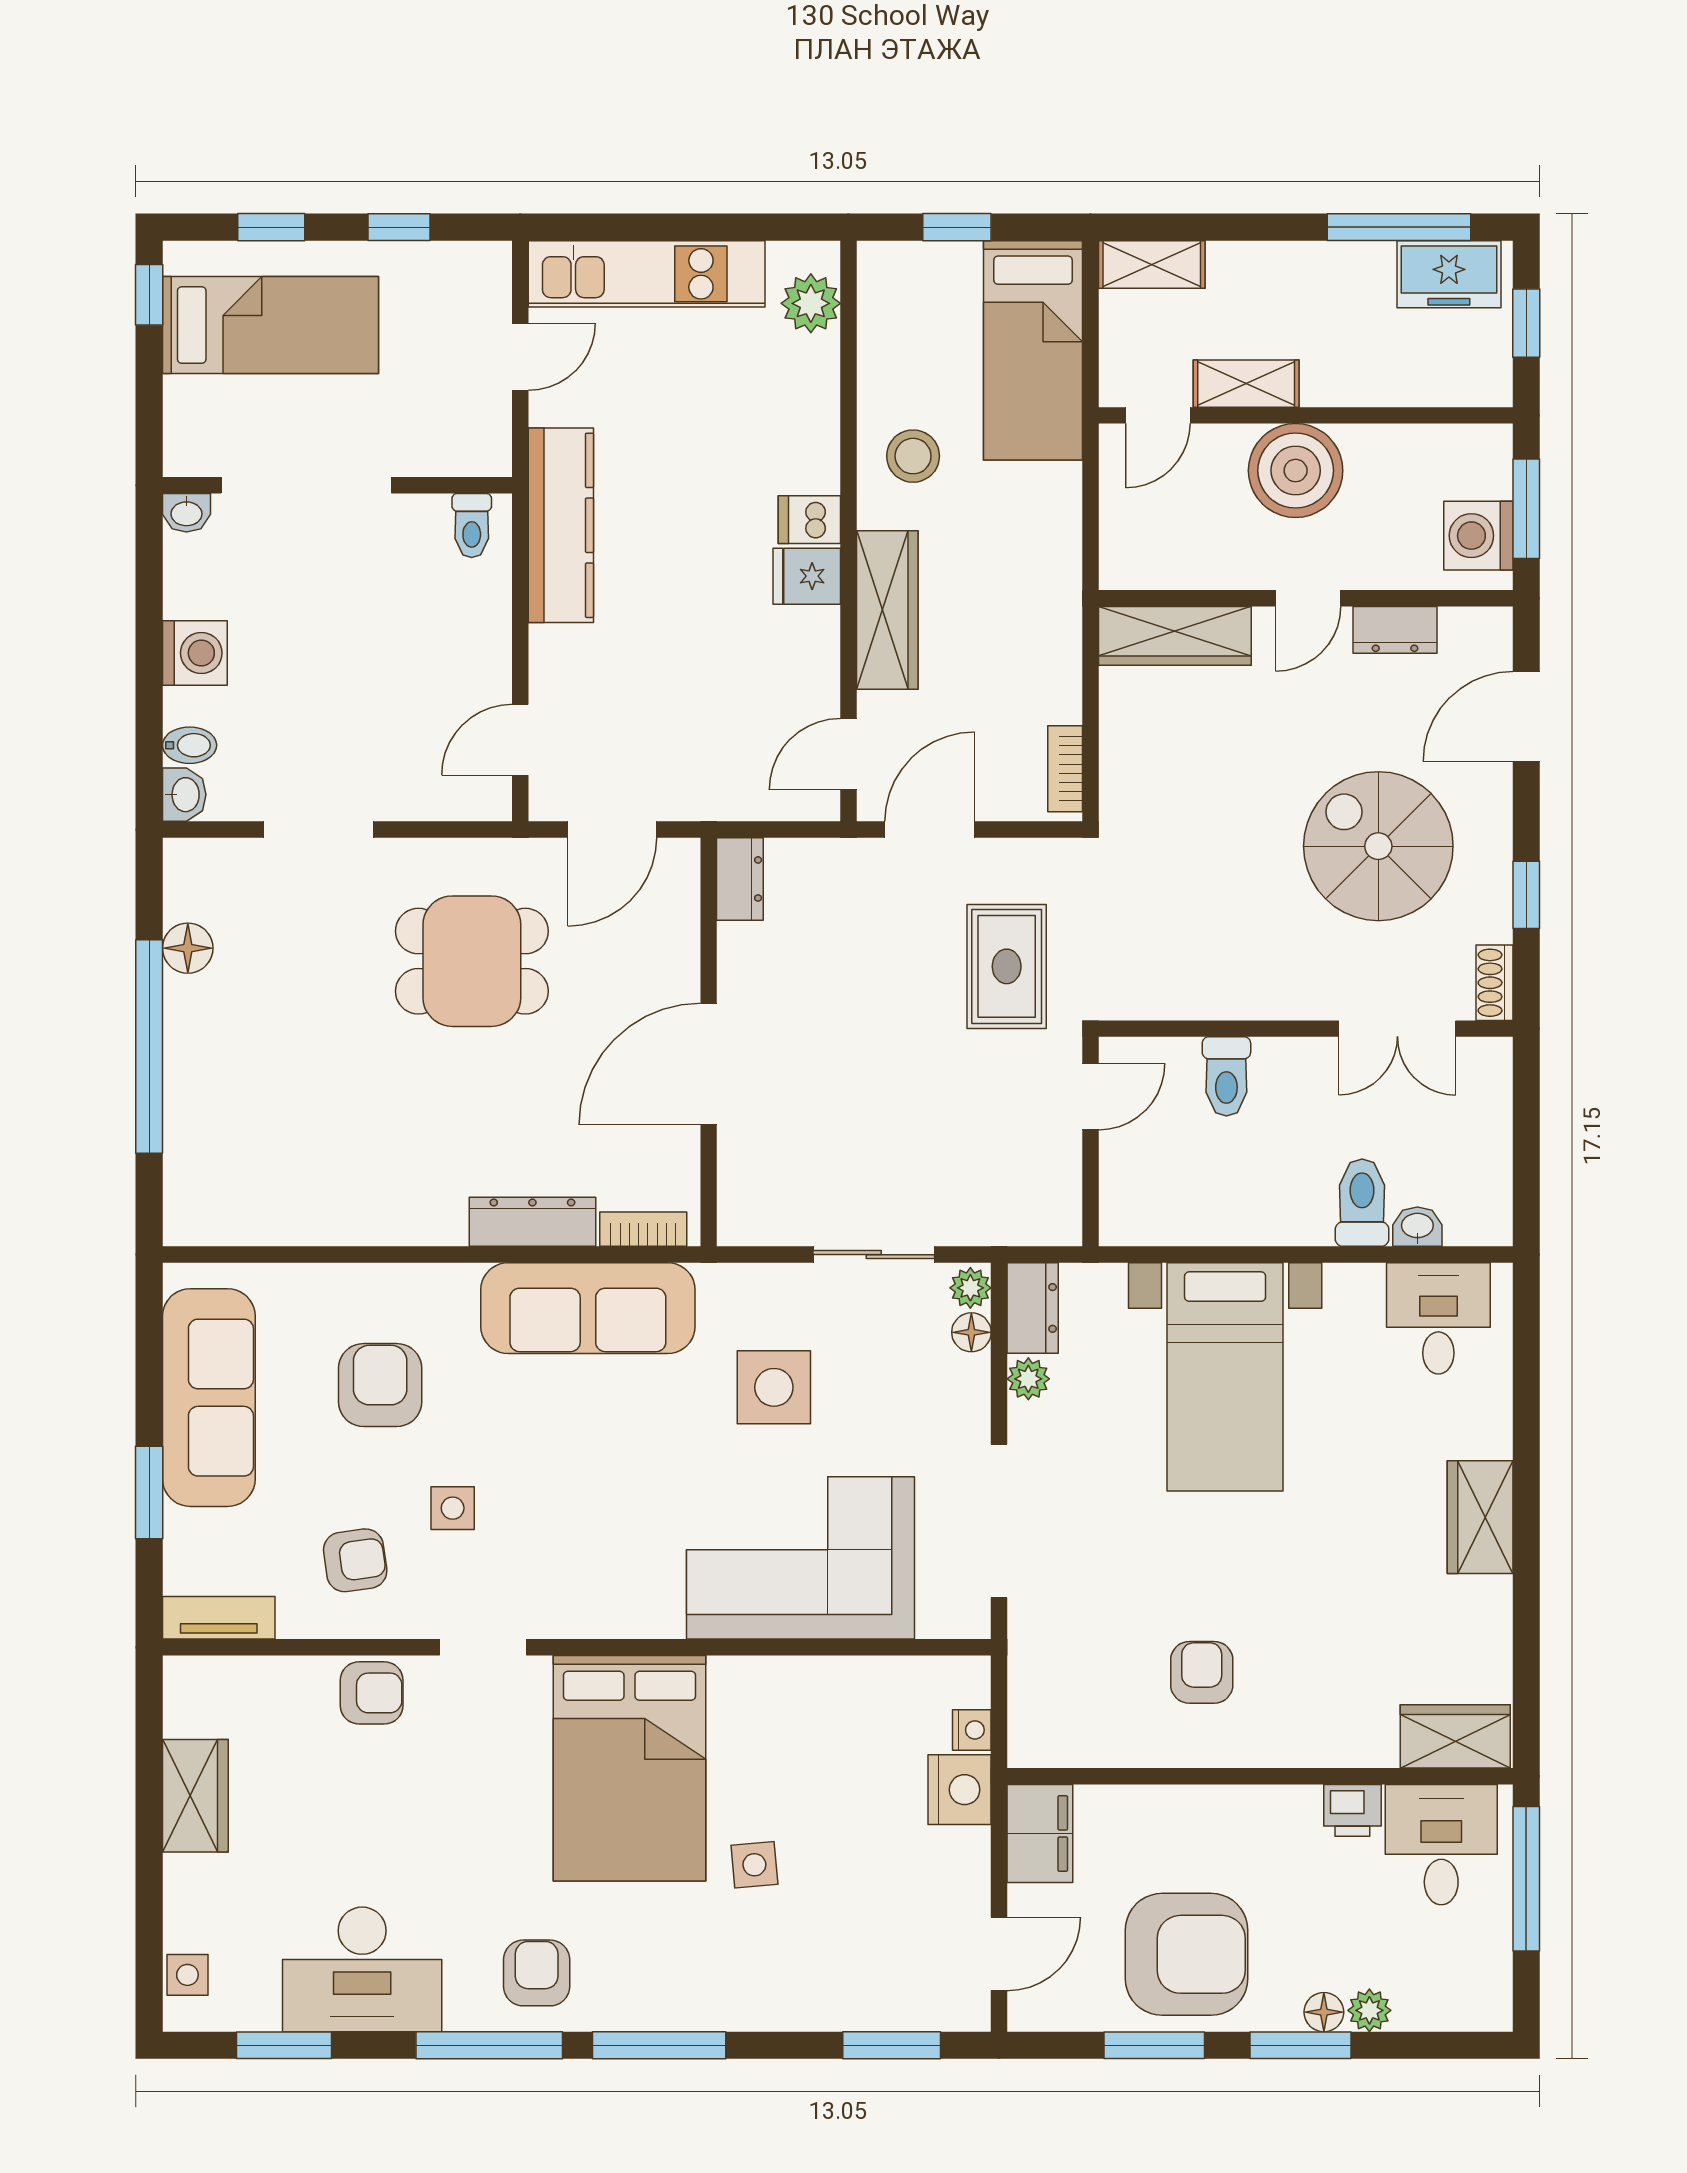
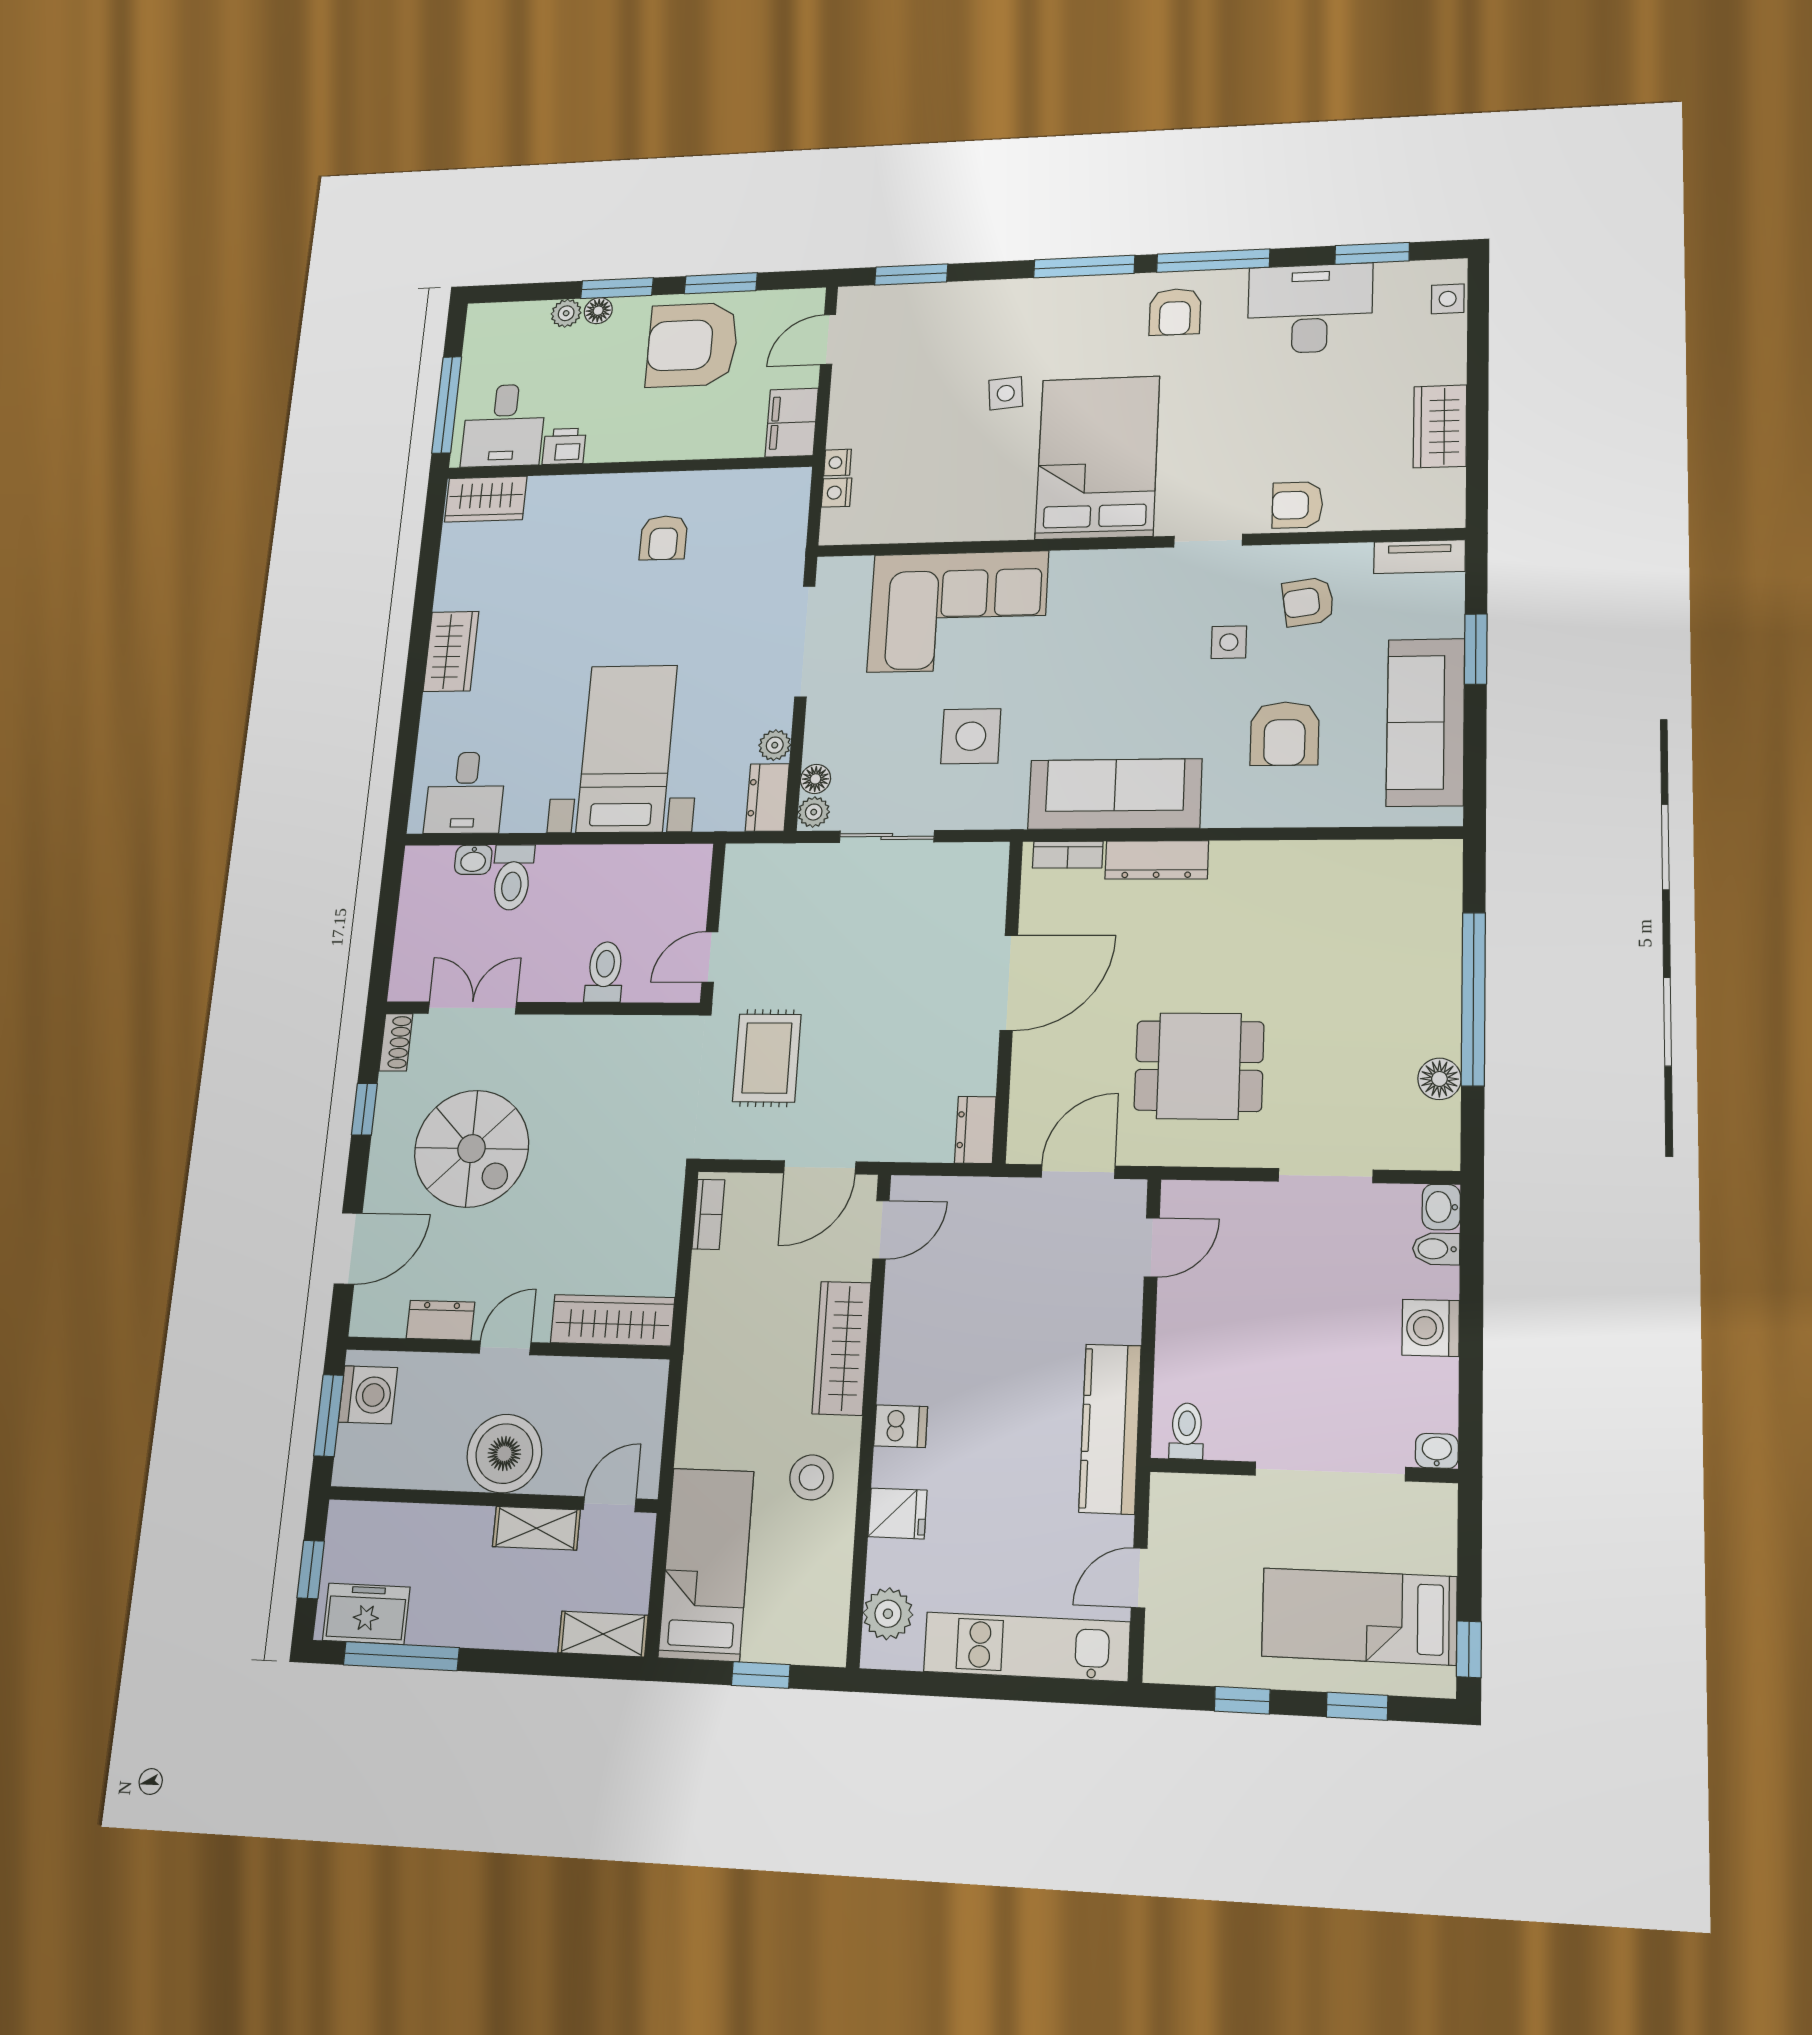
fridge: (807, 576) -> (898, 1513), moved
nightstand: (960, 1790) -> (837, 463), width x0.53, depth x0.56

